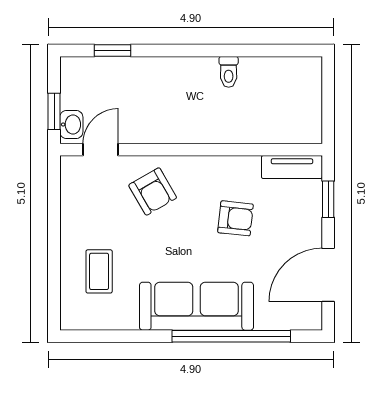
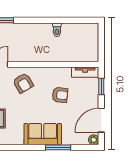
sofa: (196, 306) -> (43, 134), width x0.73
plant: (311, 319) -> (94, 140), added
window: (231, 336) -> (58, 147), width x0.47

